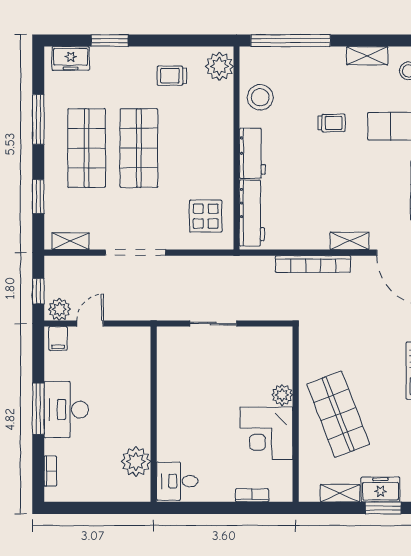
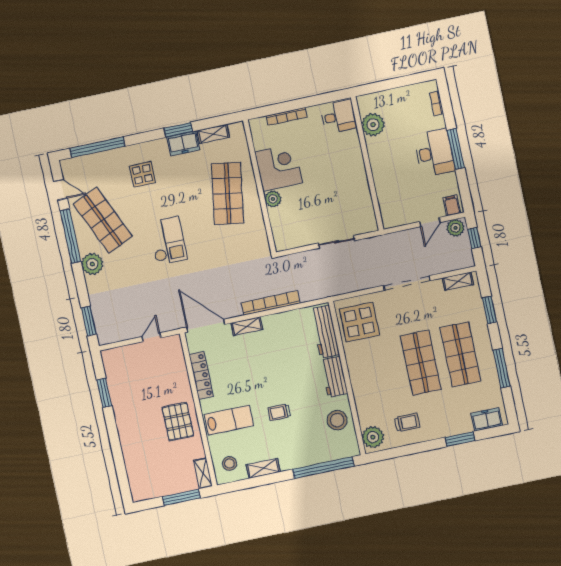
display table: (206, 216) -> (359, 322), width x1.36, depth x1.36
shop shelf: (338, 414) -> (227, 193), turned 30
bookcase: (252, 495) -> (287, 116), width x1.56

